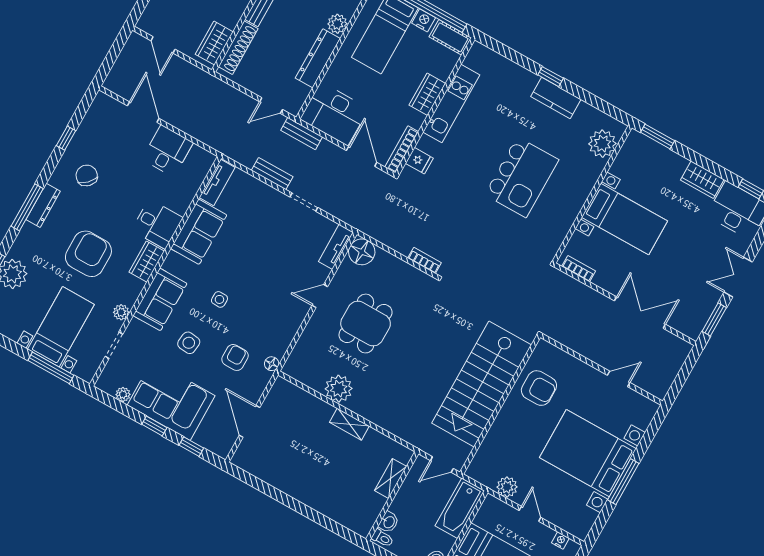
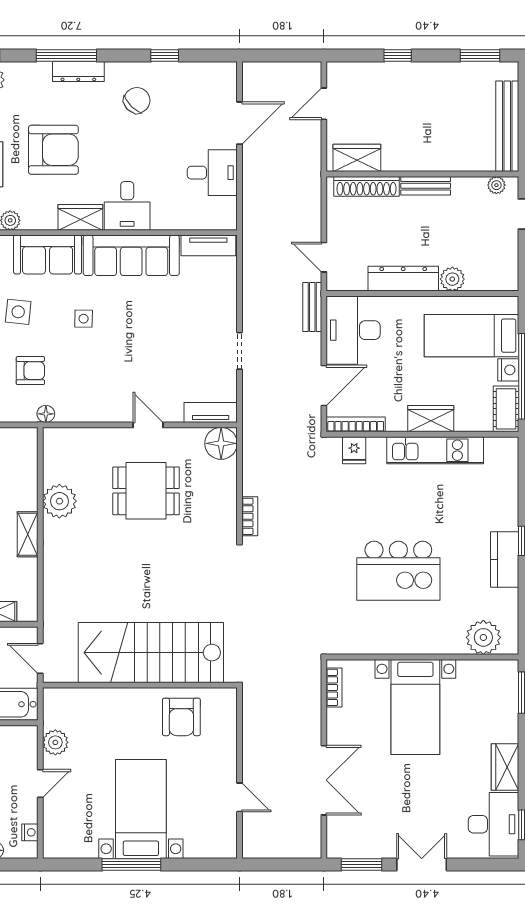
bench: (272, 174) -> (251, 299), removed
sofa: (199, 232) -> (131, 255), width x1.36
bed with nightstands: (588, 453) -> (141, 809), width x0.73

